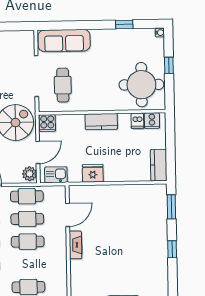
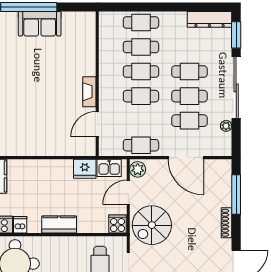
fridge: (93, 173) -> (85, 169), moved
cafe table: (27, 219) -> (141, 72), moved

